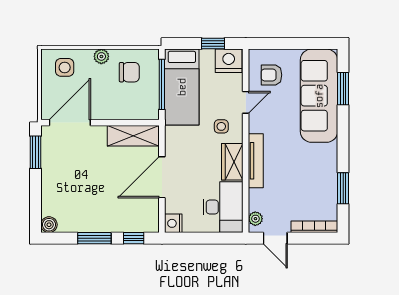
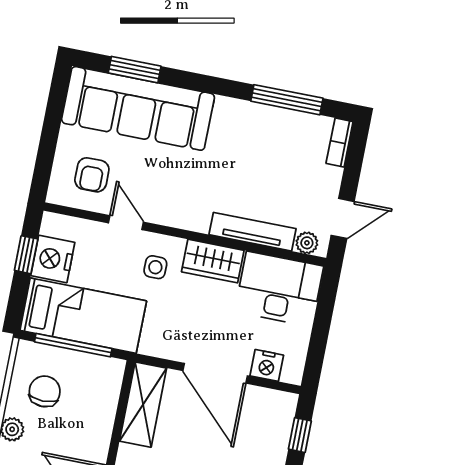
nightstand: (229, 61) -> (53, 259), moved
tv unit: (256, 161) -> (253, 232), moved
window: (343, 188) -> (287, 100), width x1.44
nightstand: (173, 223) -> (267, 365), moved
bookcase: (314, 227) -> (340, 142), width x0.64

